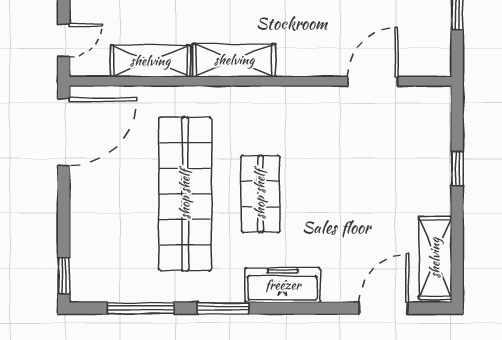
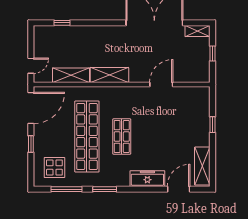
door: (373, 81) -> (161, 84), moved
display table: (115, 261) -> (54, 168), added
window: (64, 276) -> (31, 144), moved
freezer: (283, 285) -> (147, 179), moved

